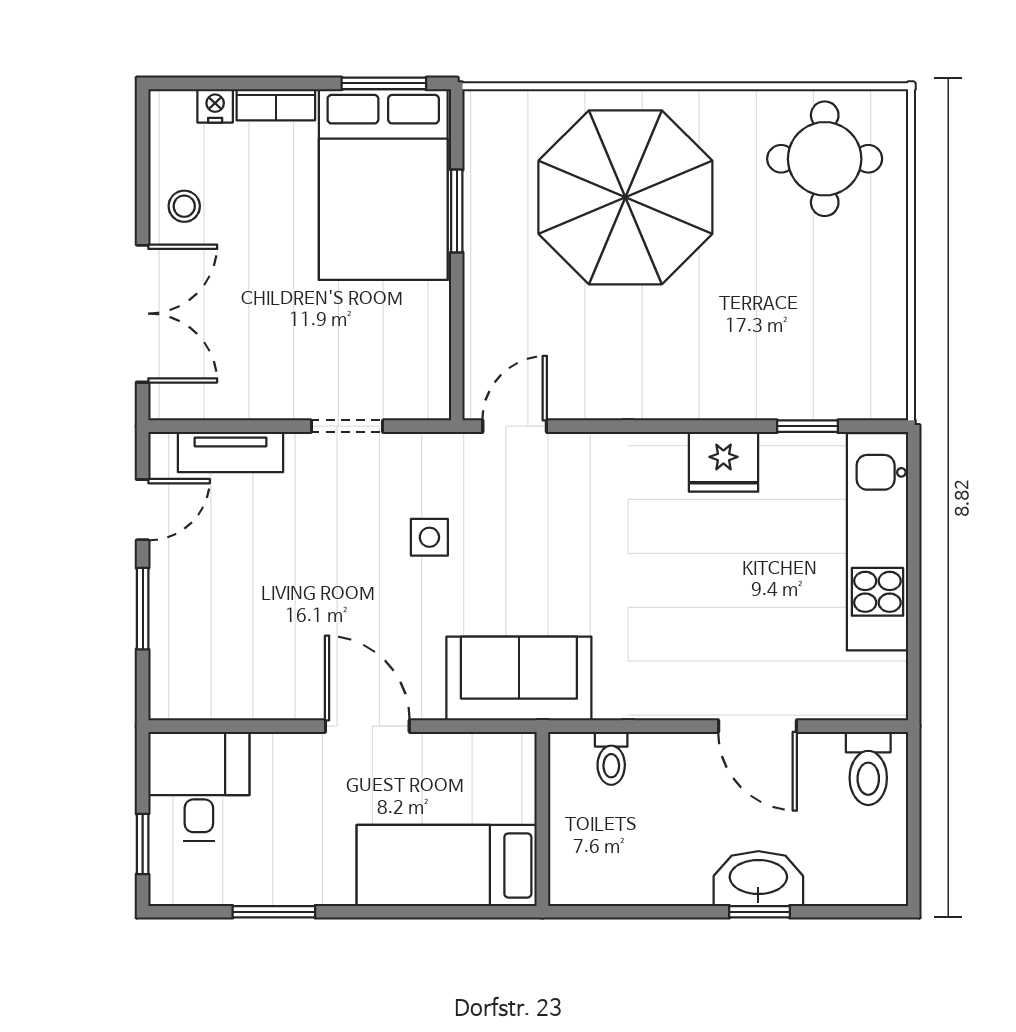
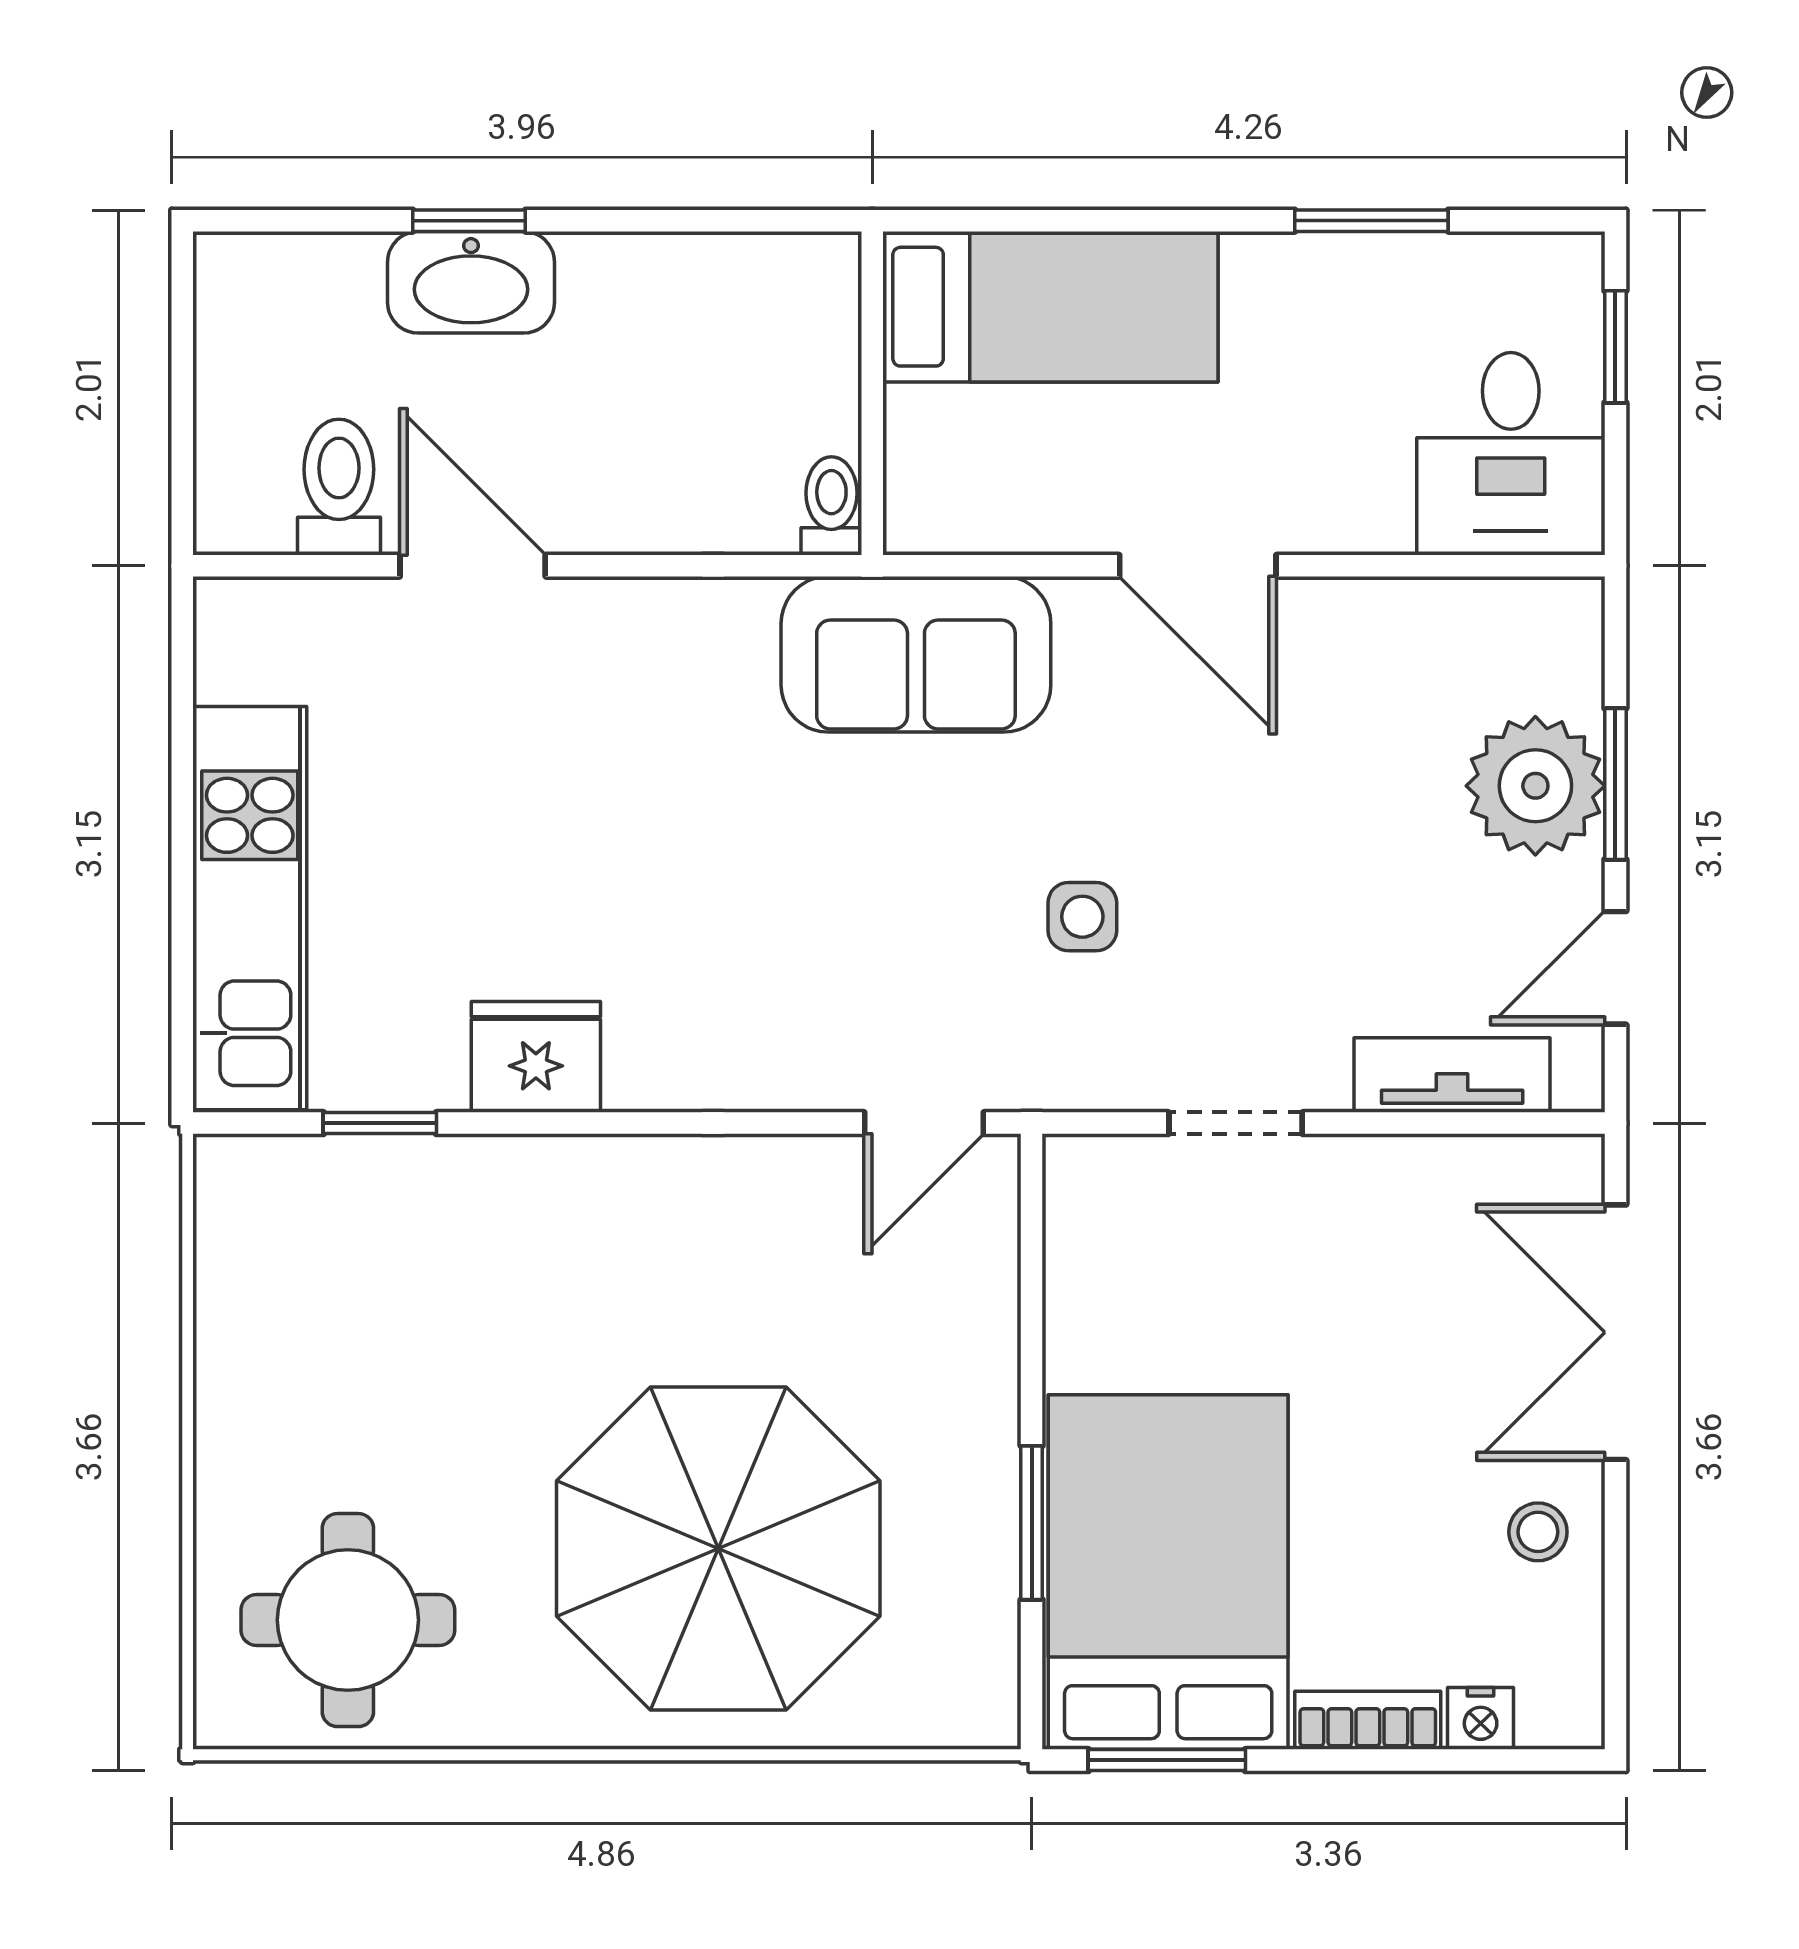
plant: (186, 608) -> (1535, 786), added
toilet: (611, 758) -> (831, 506), moved
toilet: (868, 768) -> (339, 487), moved

